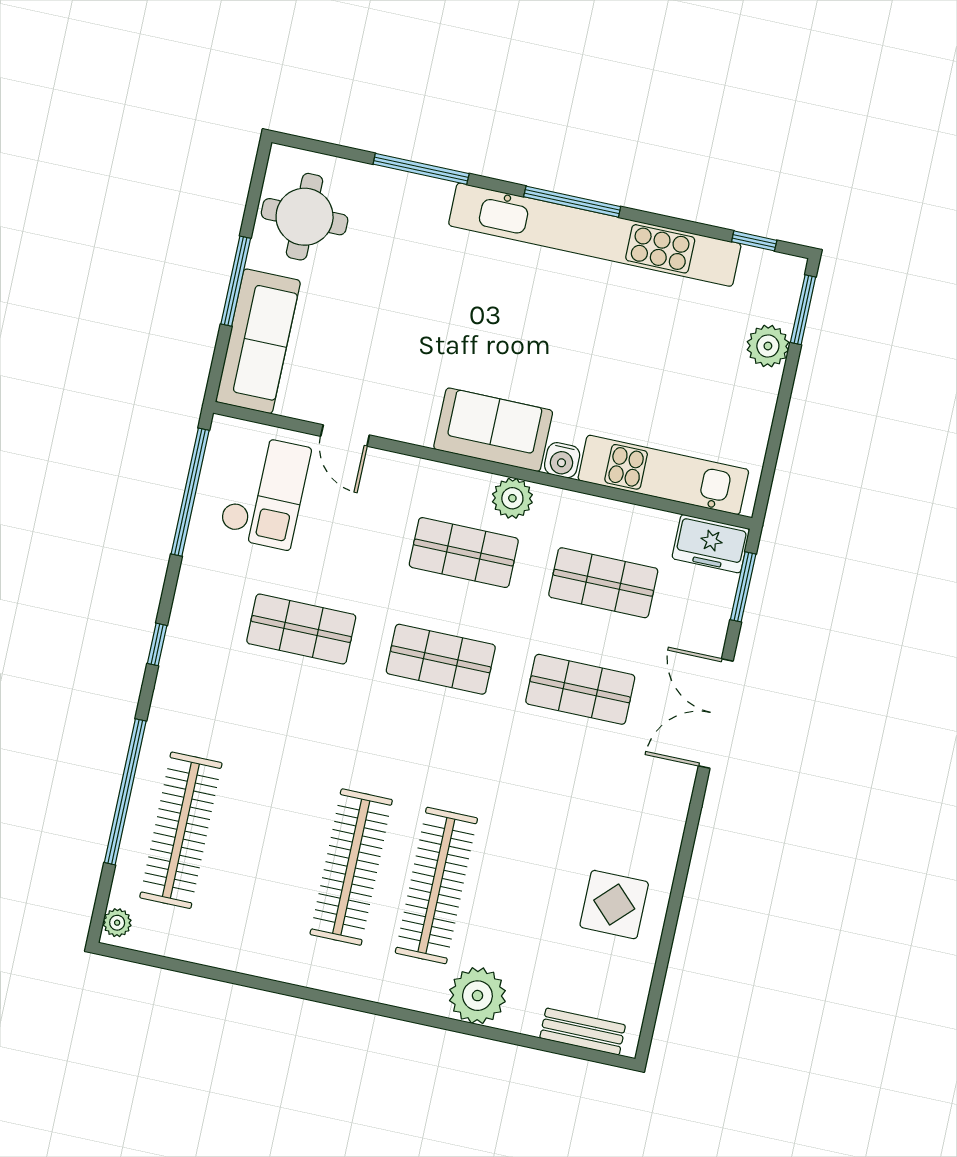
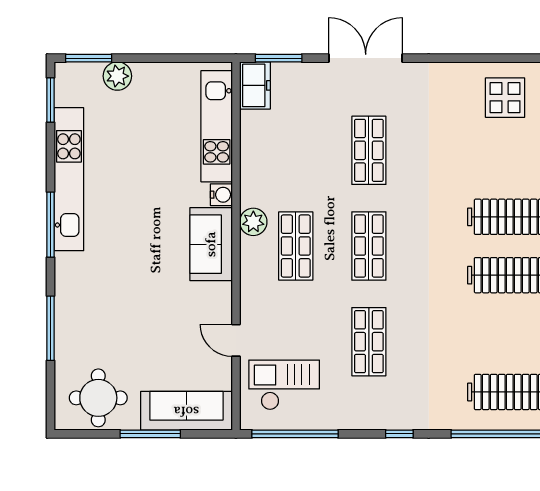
kitchen unit: (595, 235) -> (69, 179), width x0.73
window: (754, 241) -> (51, 100), width x1.50
door: (345, 436) -> (236, 340), swing flipped
shop shelf: (603, 583) -> (296, 150), removed
double door: (716, 714) -> (366, 58), swing flipped

